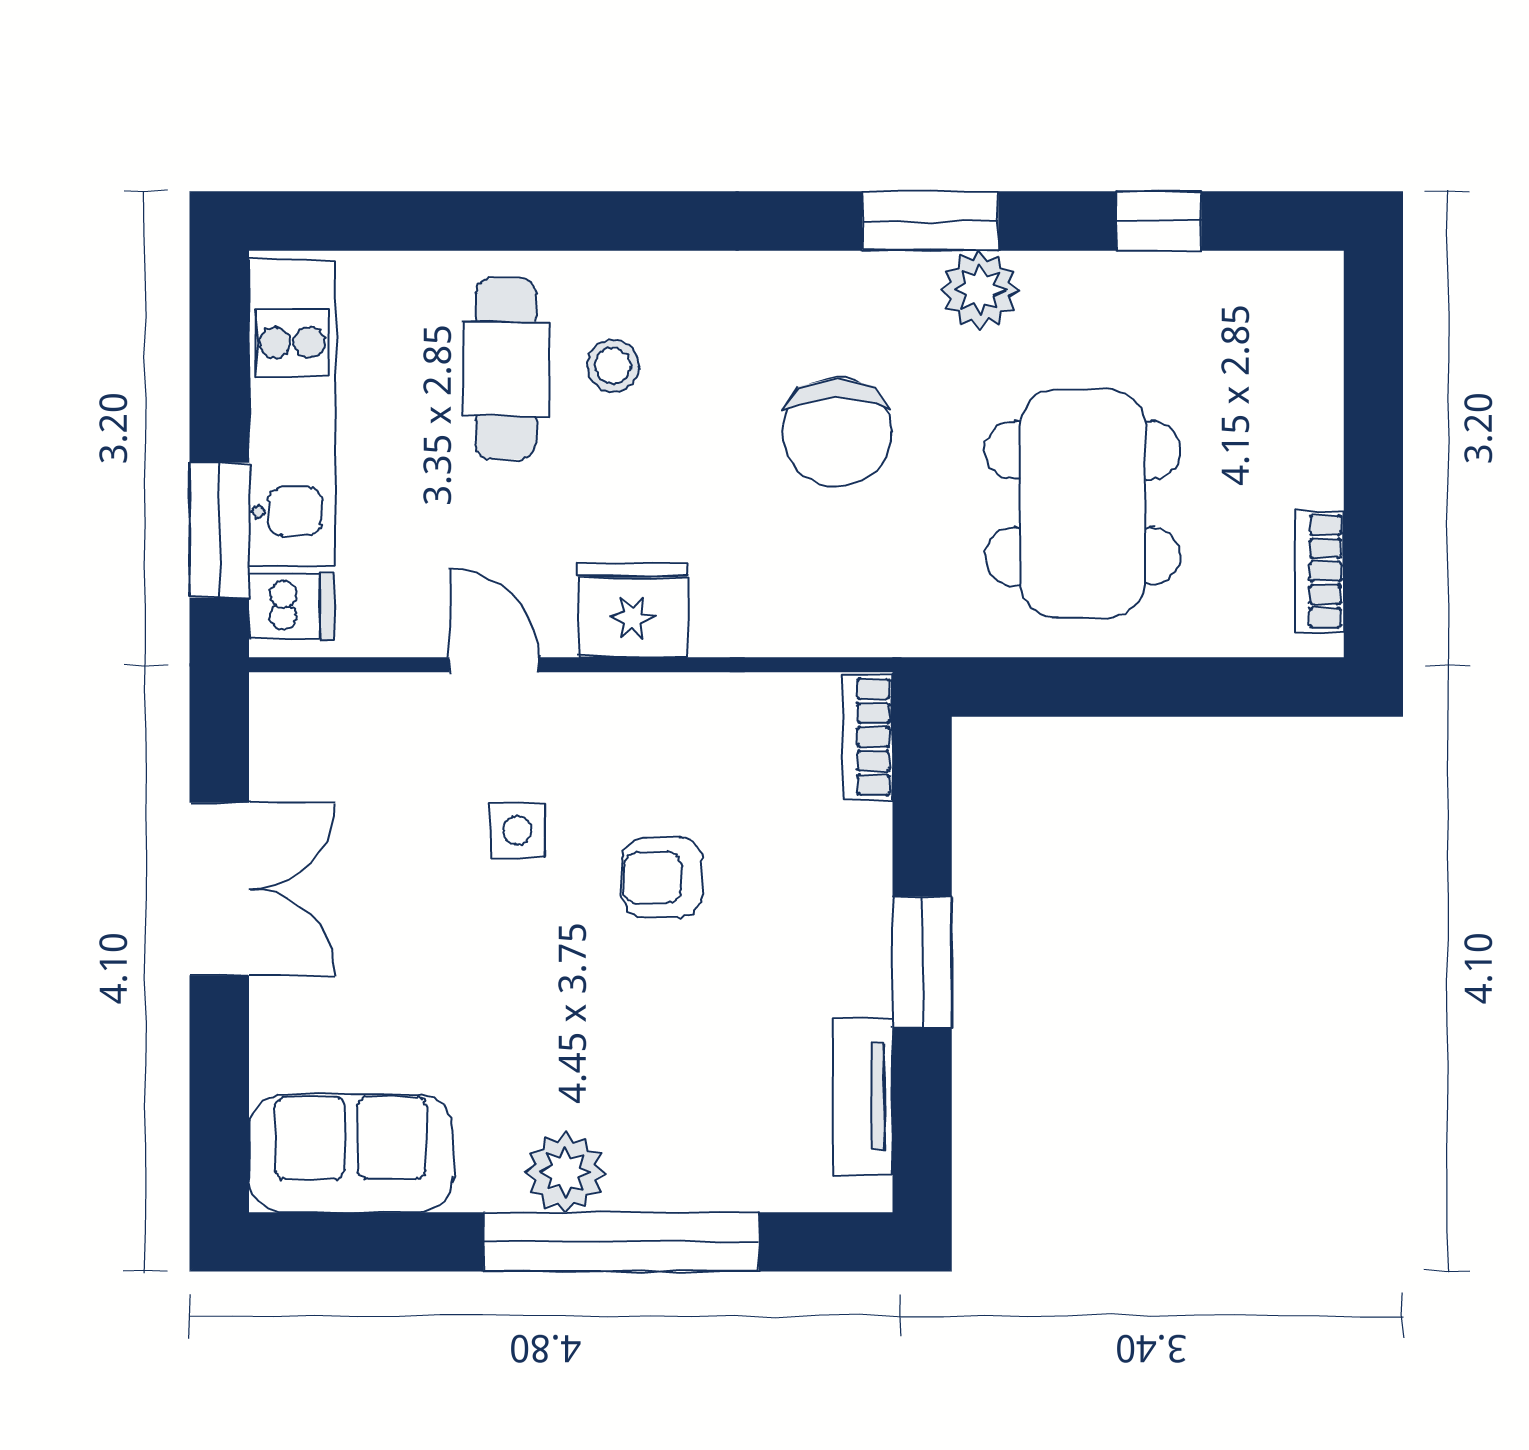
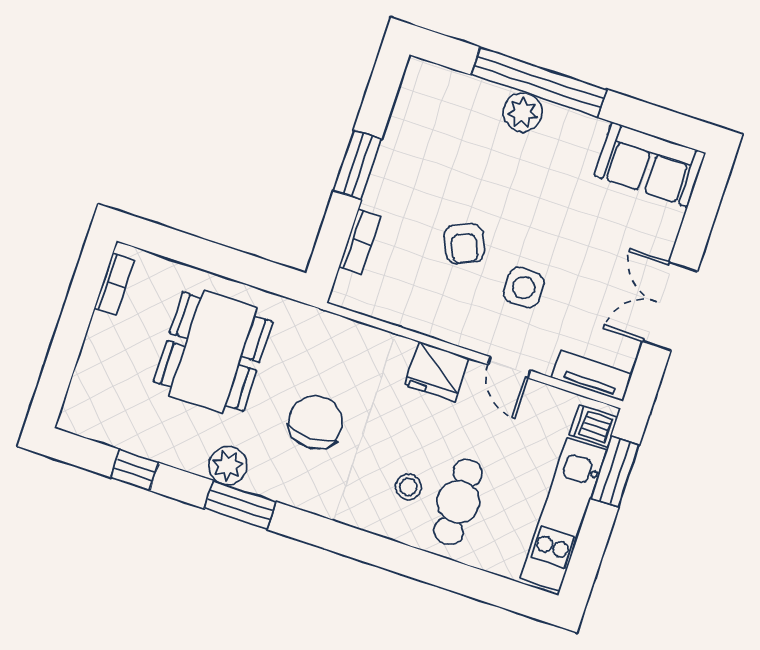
bookcase: (868, 737) -> (360, 242), moved
side table: (517, 830) -> (524, 288), width x1.37, depth x1.37
armchair: (662, 878) -> (464, 244), turned 66
tv unit: (863, 1096) -> (592, 376), moved, turned -90
plant: (565, 1172) -> (523, 112), moved

